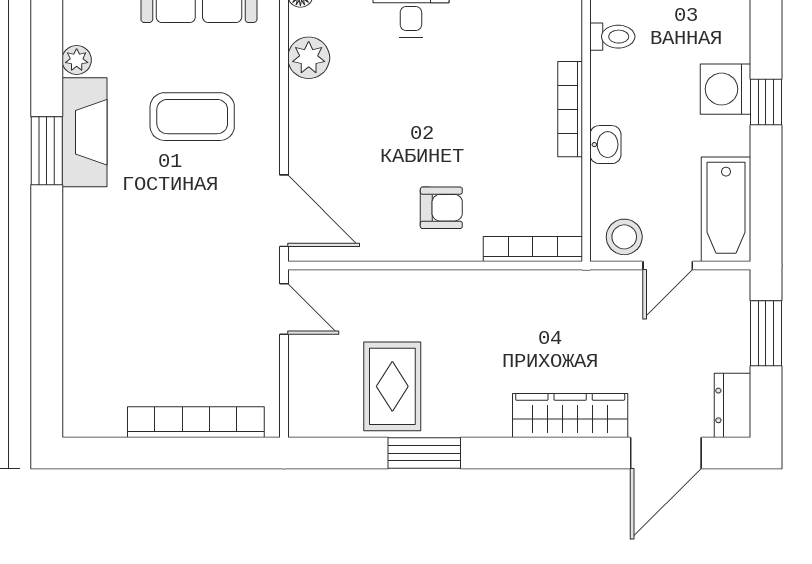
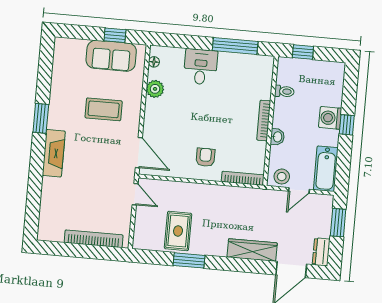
plant: (77, 60) -> (57, 81), removed
fireplace: (85, 132) -> (54, 153), moved
armchair: (441, 208) -> (205, 157), turned -90

